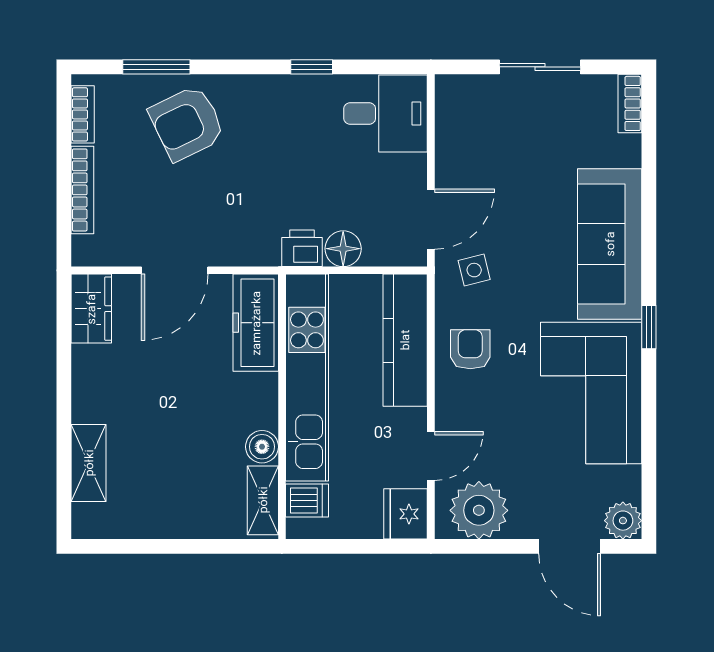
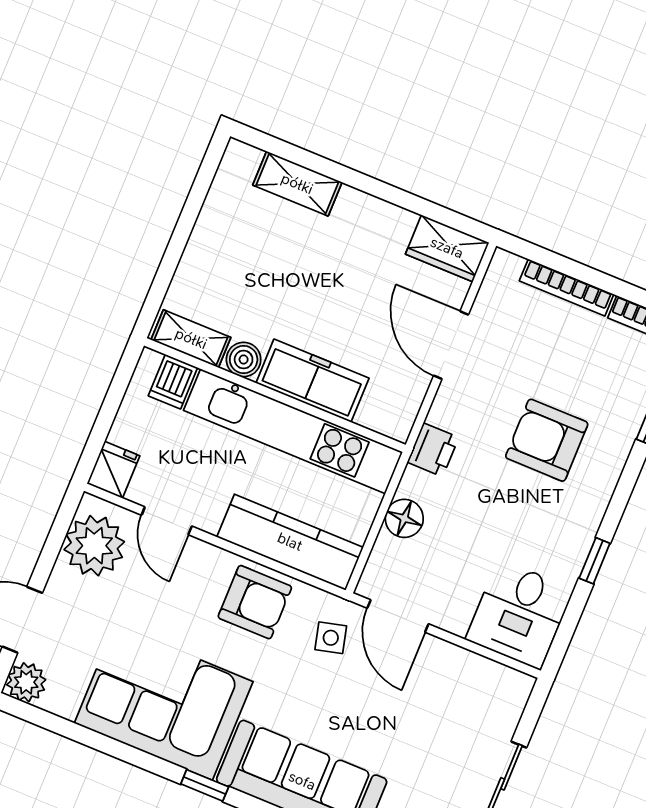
armchair: (187, 123) -> (547, 440), moved, turned -64
printer: (302, 248) -> (433, 450), moved
freezer: (256, 323) -> (312, 381), moved
armchair: (470, 349) -> (255, 602), width x1.38, depth x1.38
fridge: (405, 514) -> (113, 470), width x0.72

